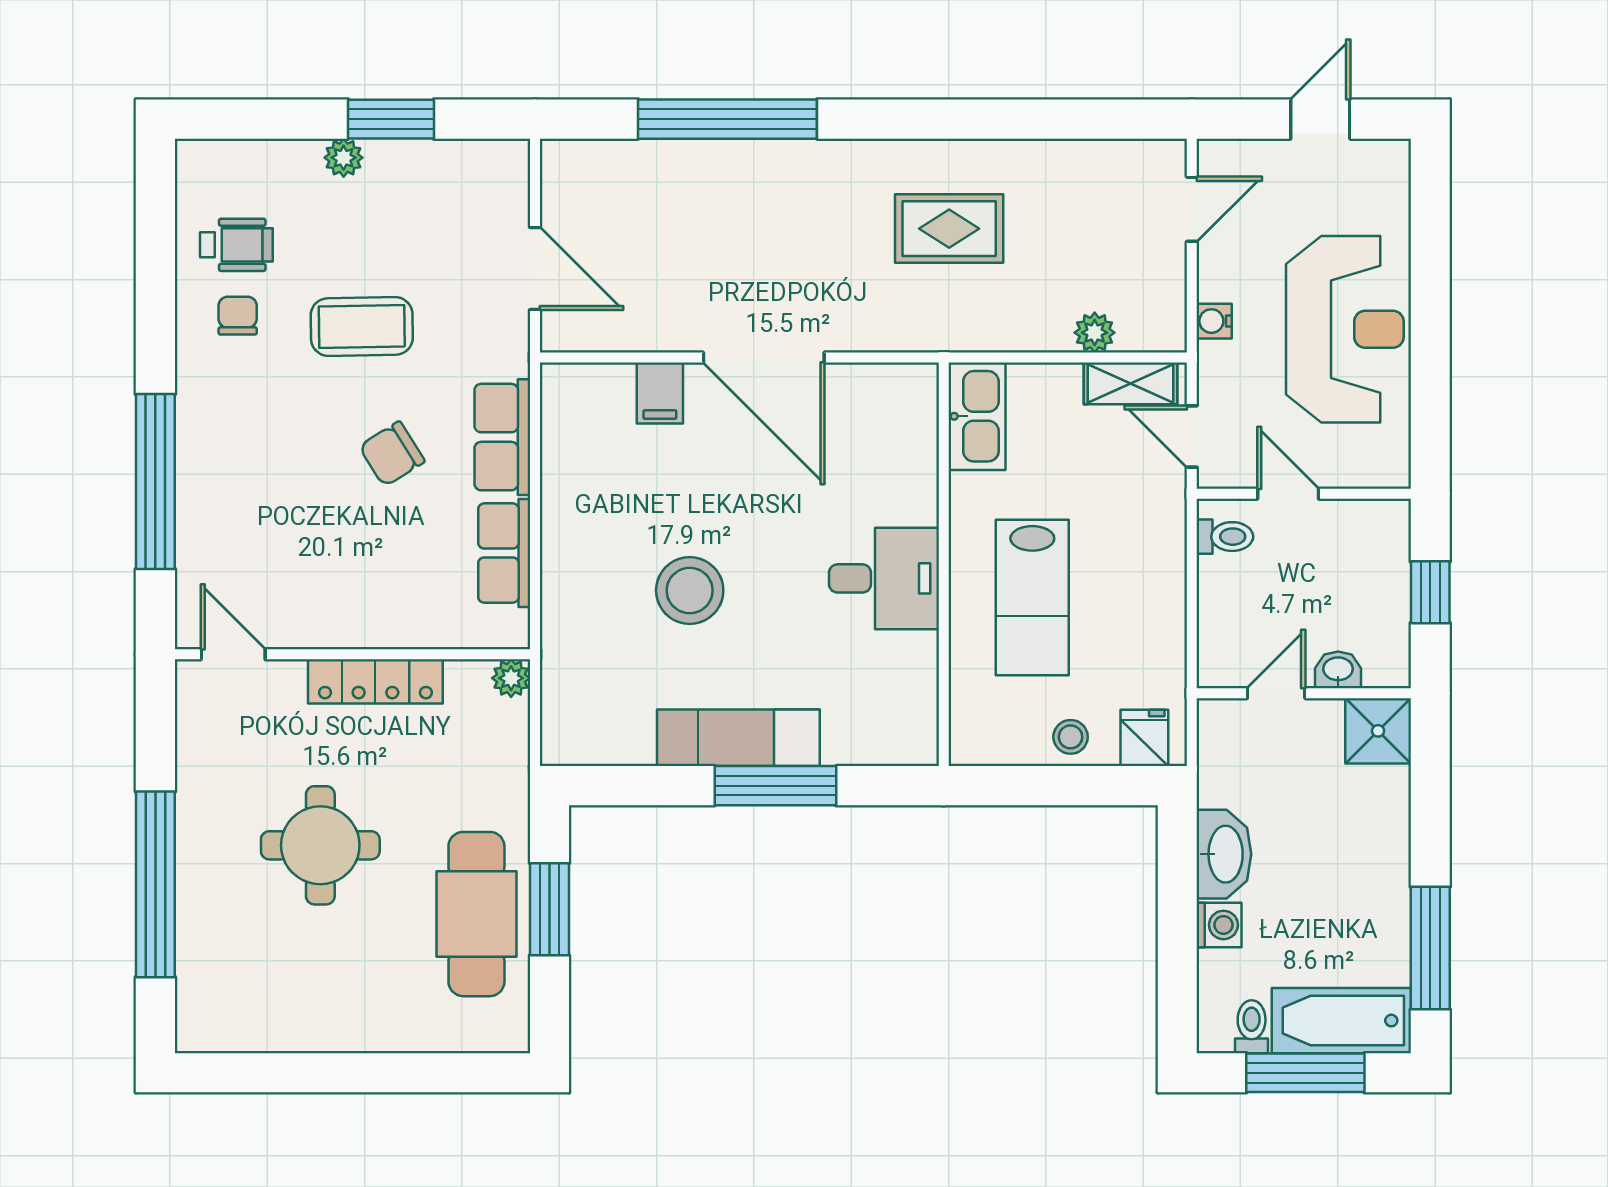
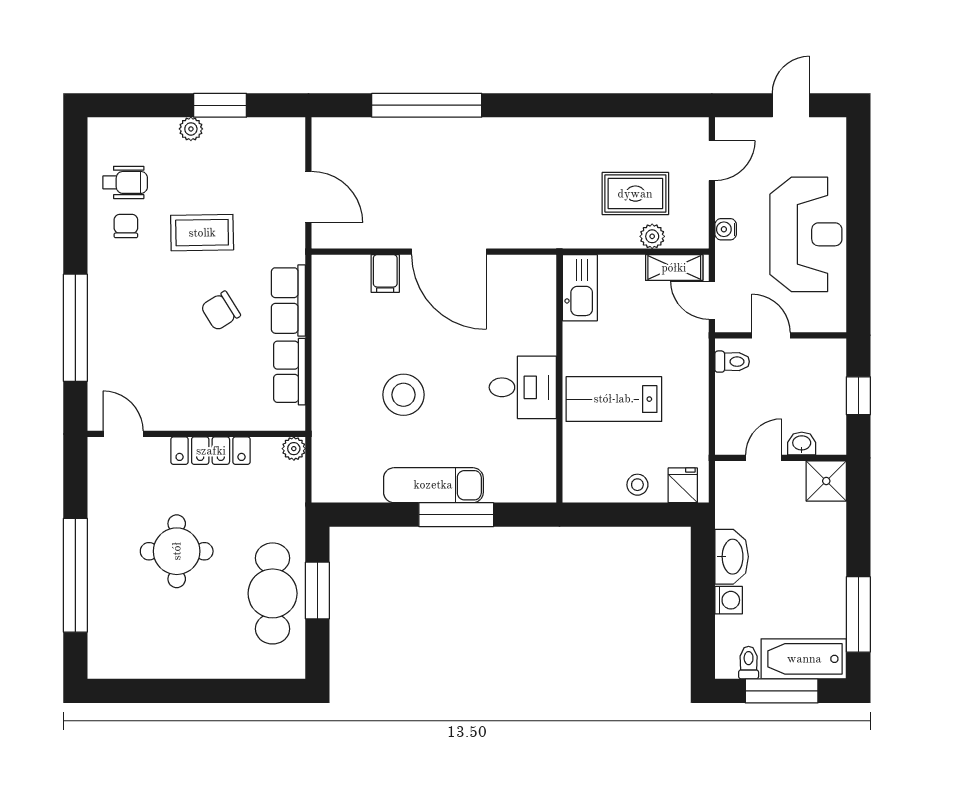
rug: (949, 229) -> (635, 194), moved
lab bench: (1032, 598) -> (614, 399), turned 90

